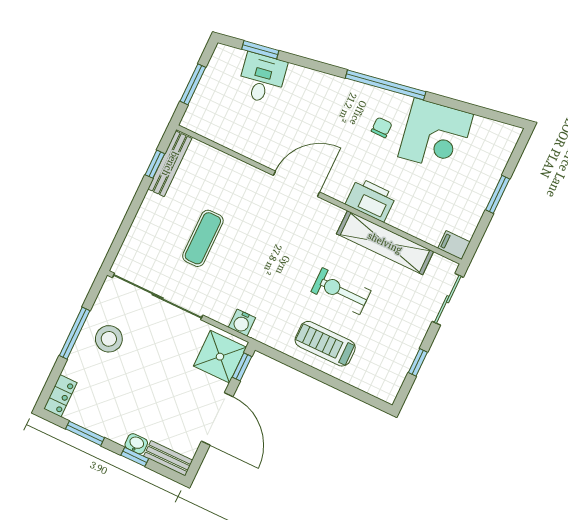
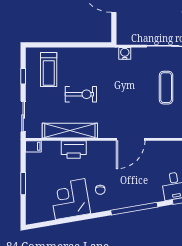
window: (386, 85) -> (134, 209), moved
printer: (371, 200) -> (74, 149), moved
treadmill: (325, 344) -> (49, 70), moved, turned 90
shower: (220, 357) -> (128, 30), removed
window: (242, 367) -> (114, 30), removed

